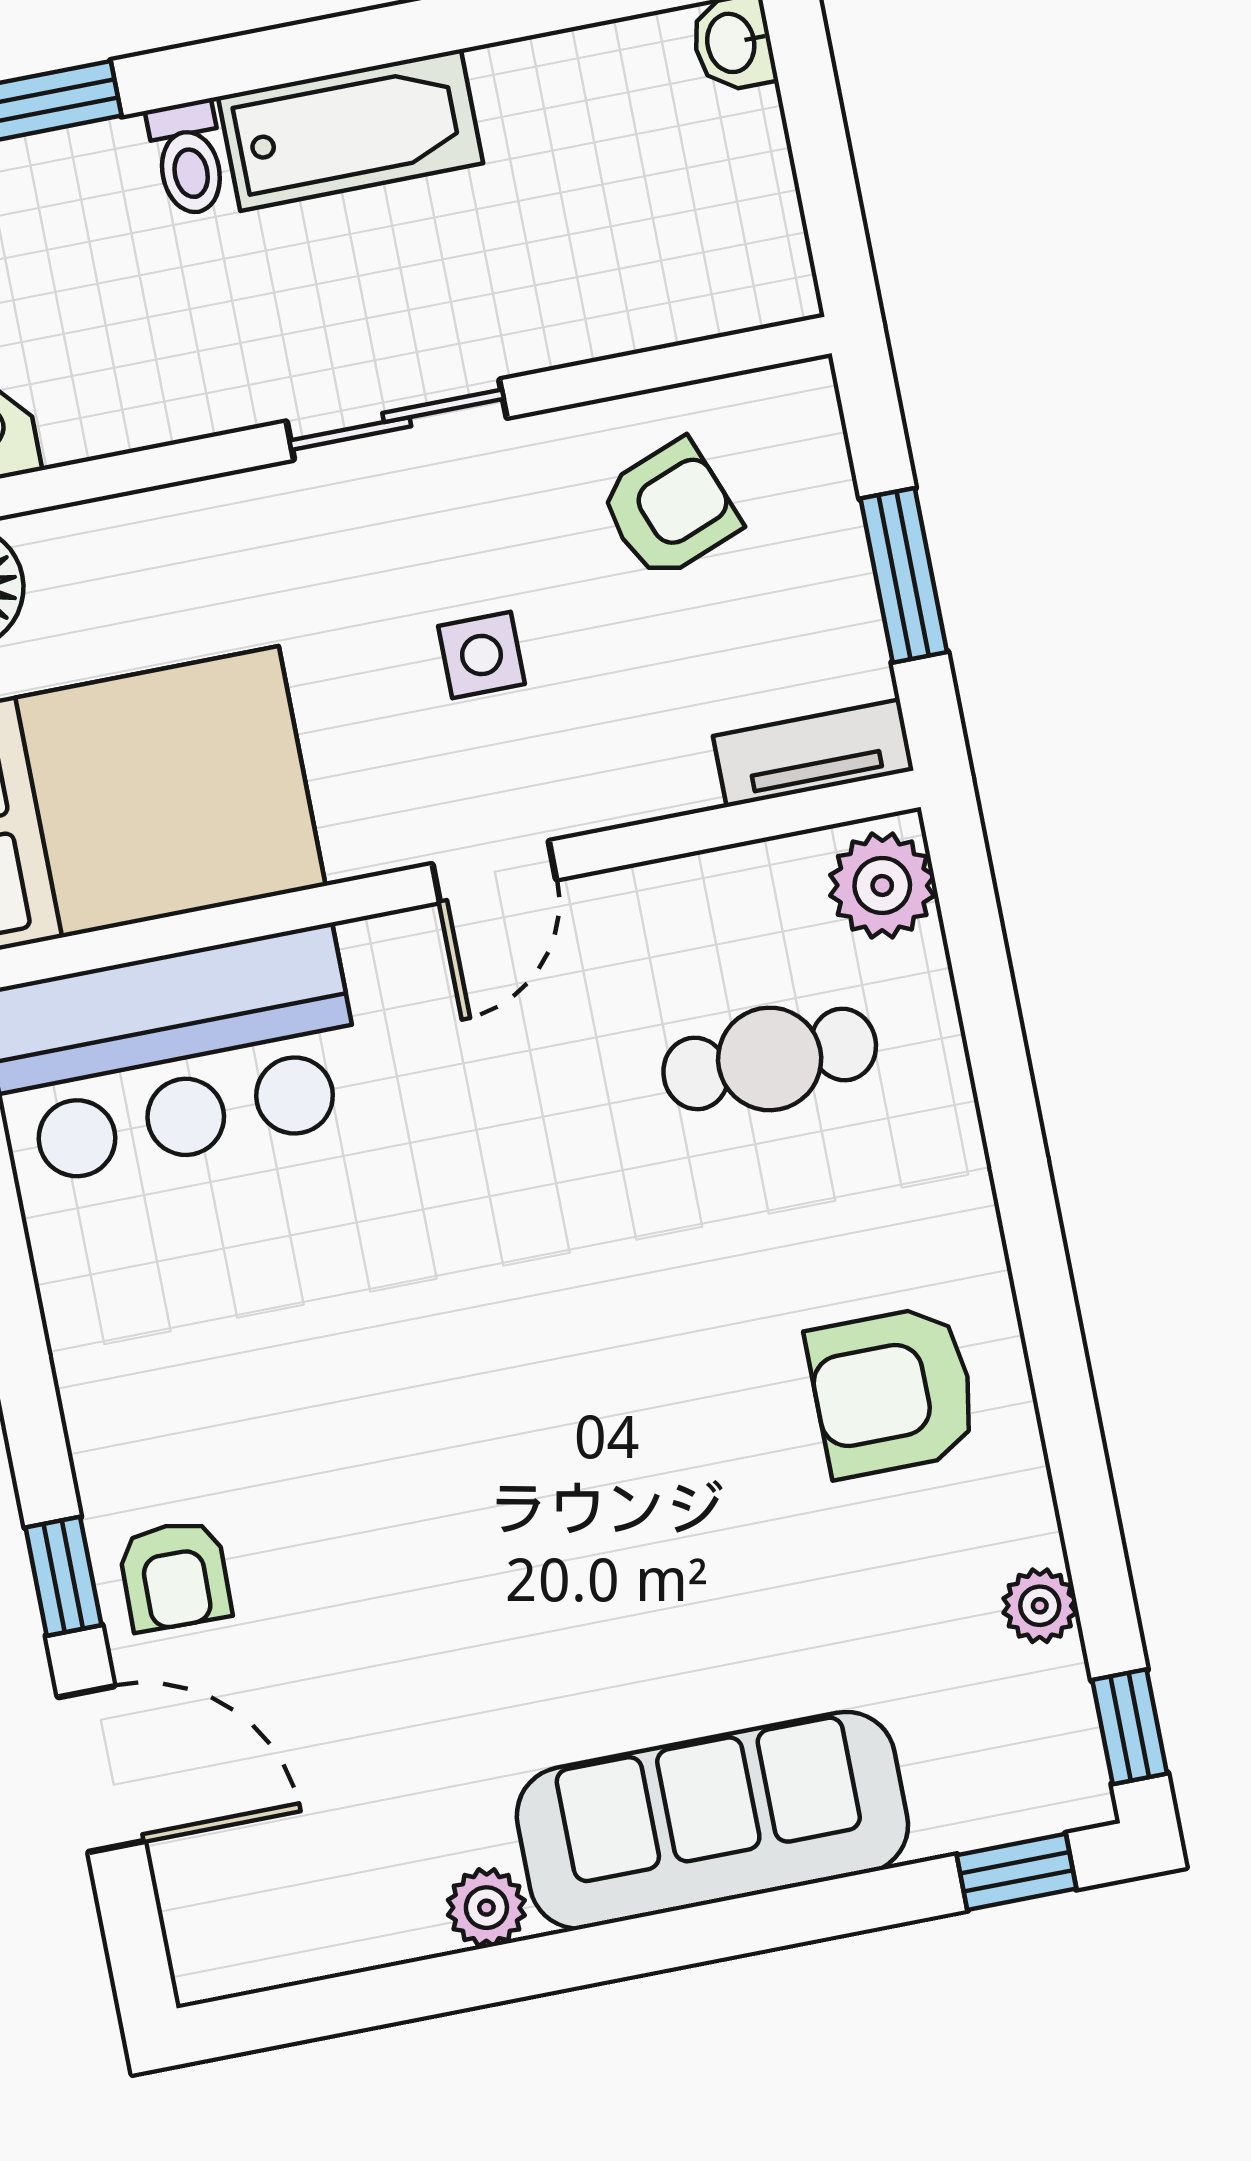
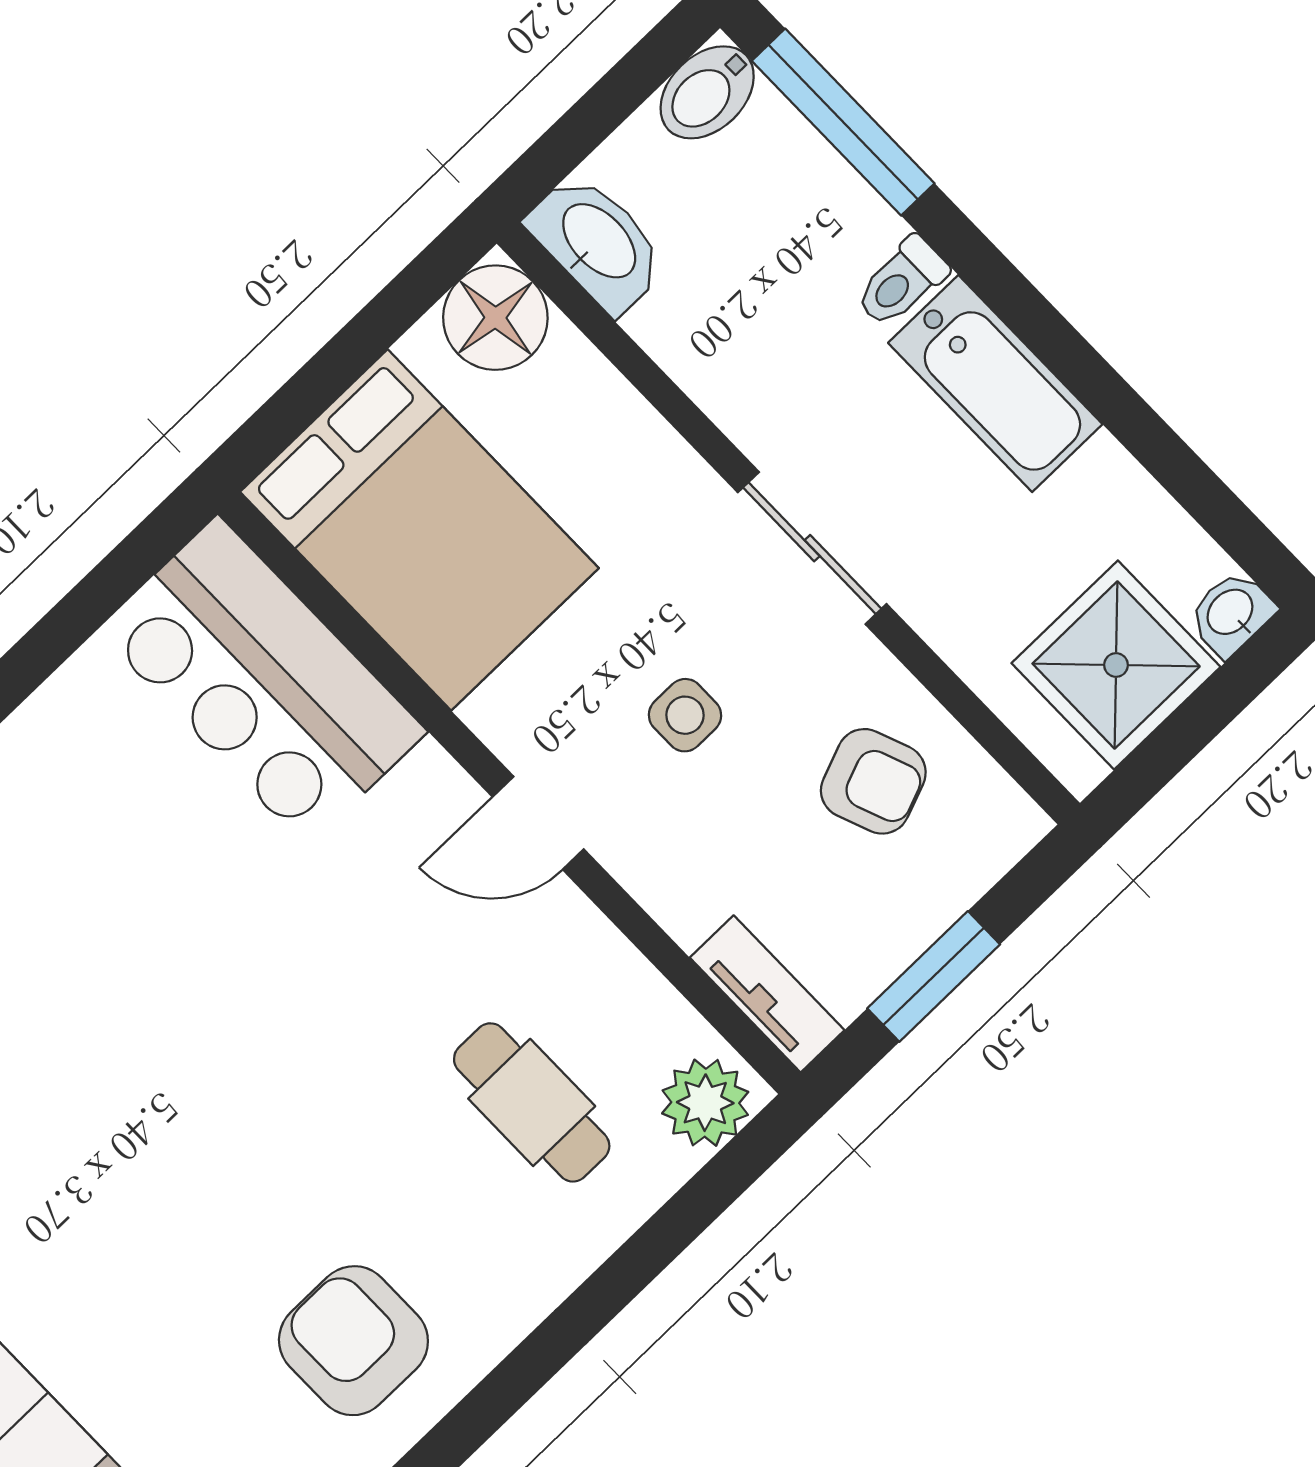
shower: (710, 191) -> (1116, 665), added

